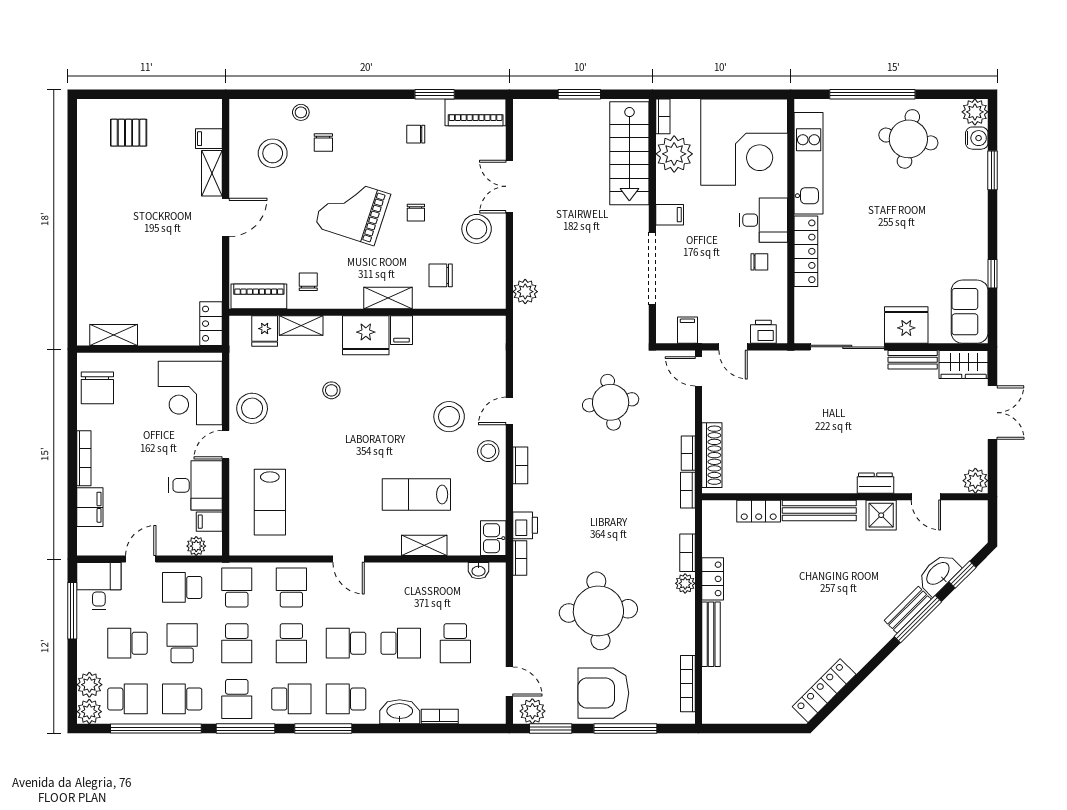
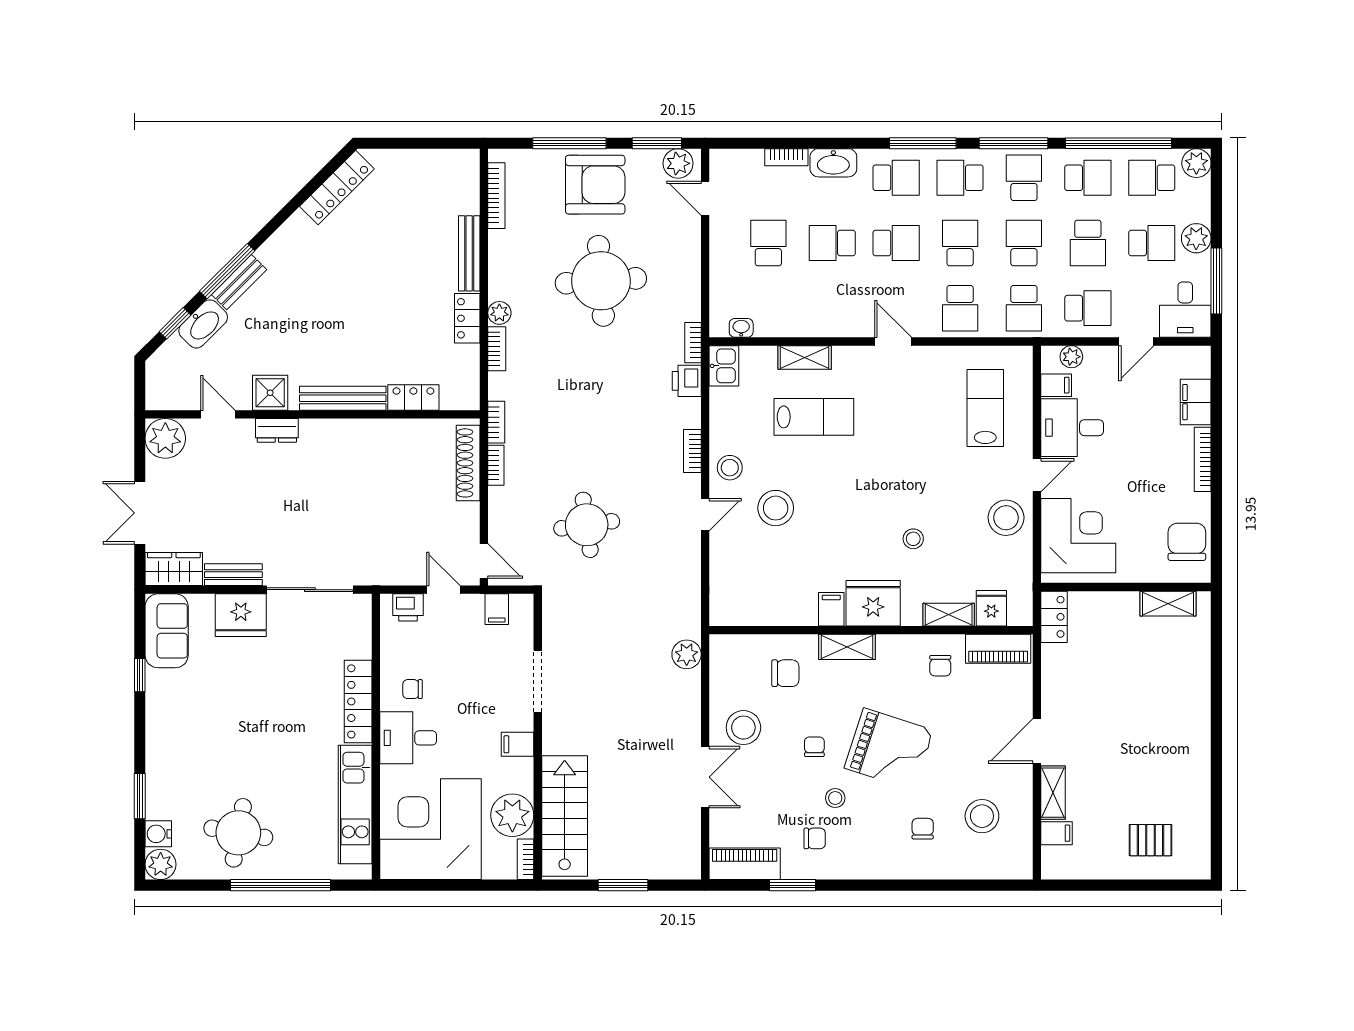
stool: (301, 112) -> (835, 798), moved
doorway: (652, 269) -> (538, 681), width x0.73
plant: (975, 481) -> (165, 438), width x1.36, depth x1.36
plant: (89, 685) -> (1196, 238), moved

